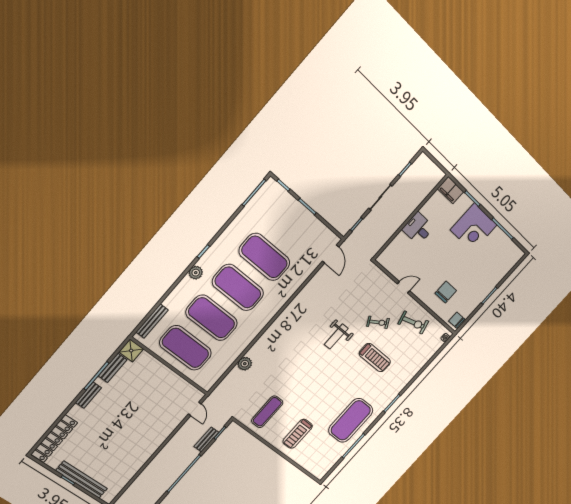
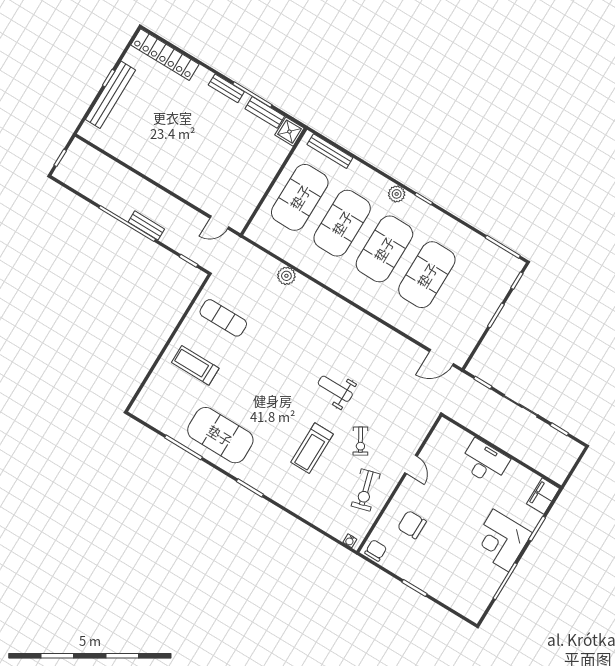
desk: (418, 228) -> (484, 462), width x1.37
chair: (446, 292) -> (412, 525), turned 180
bench: (206, 439) -> (146, 225), moved

